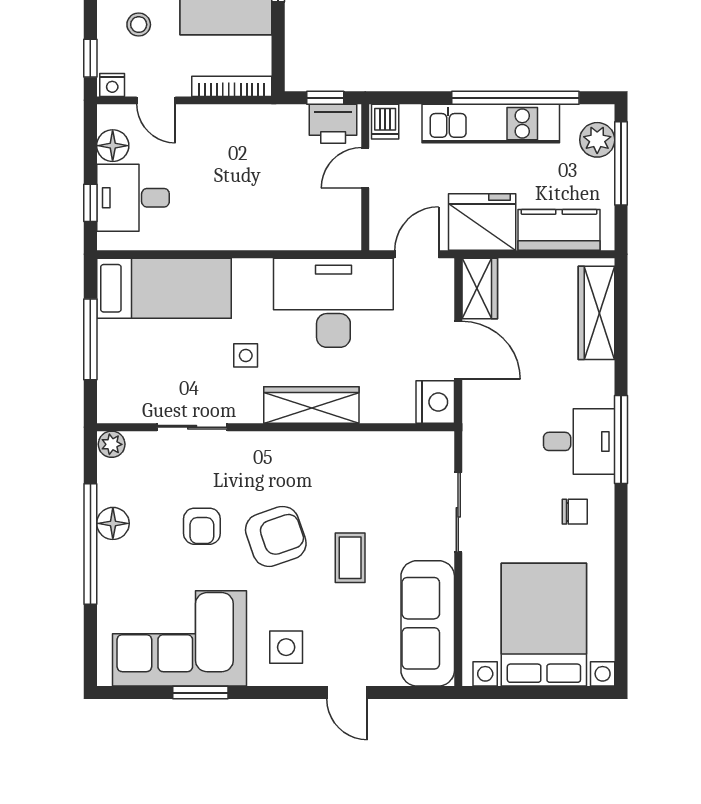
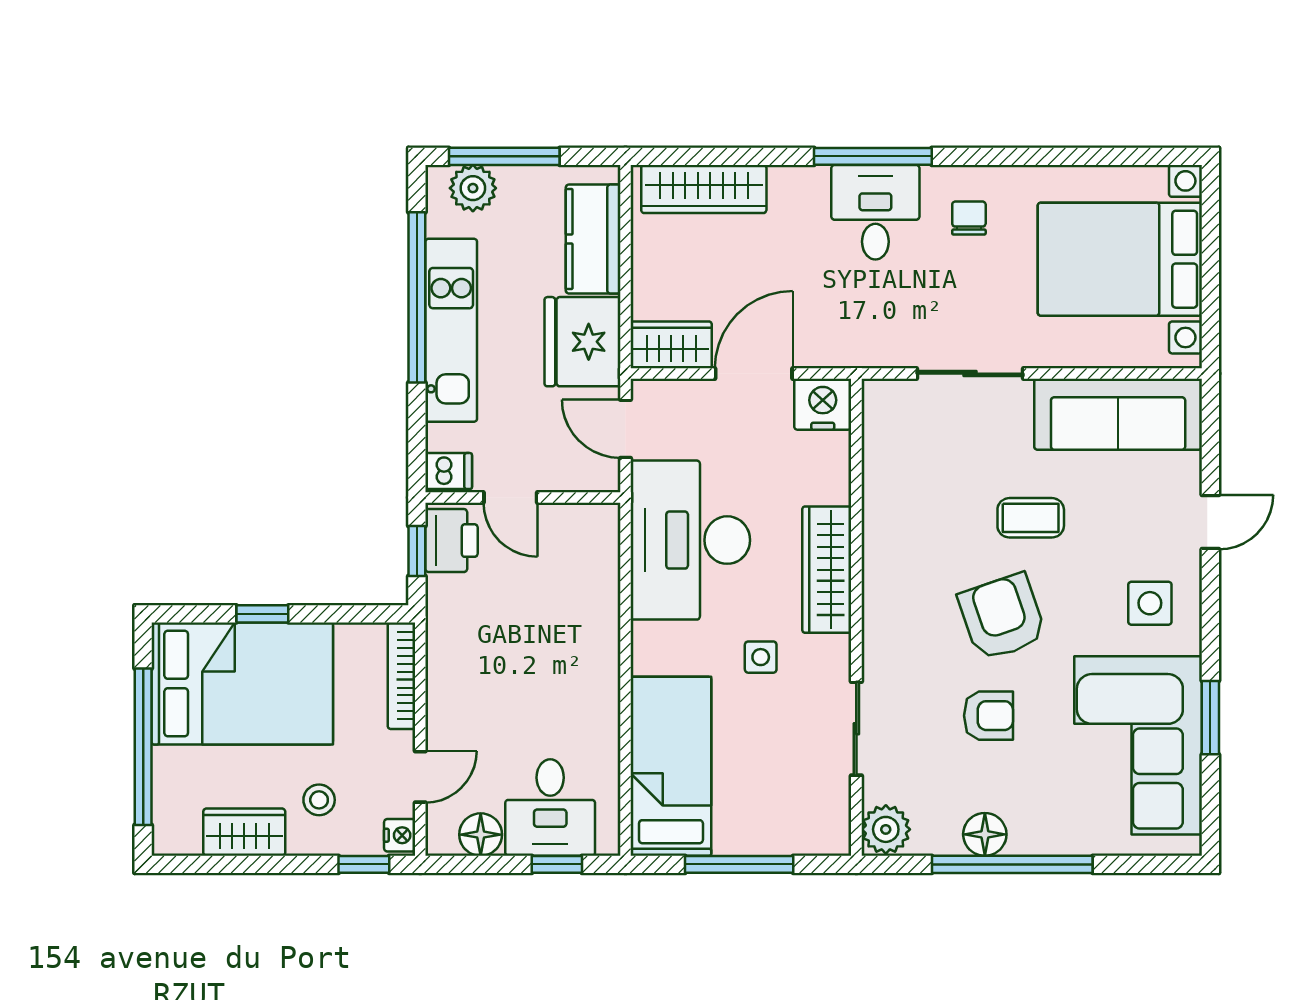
plant: (112, 444) -> (886, 829), width x1.38, depth x1.38

